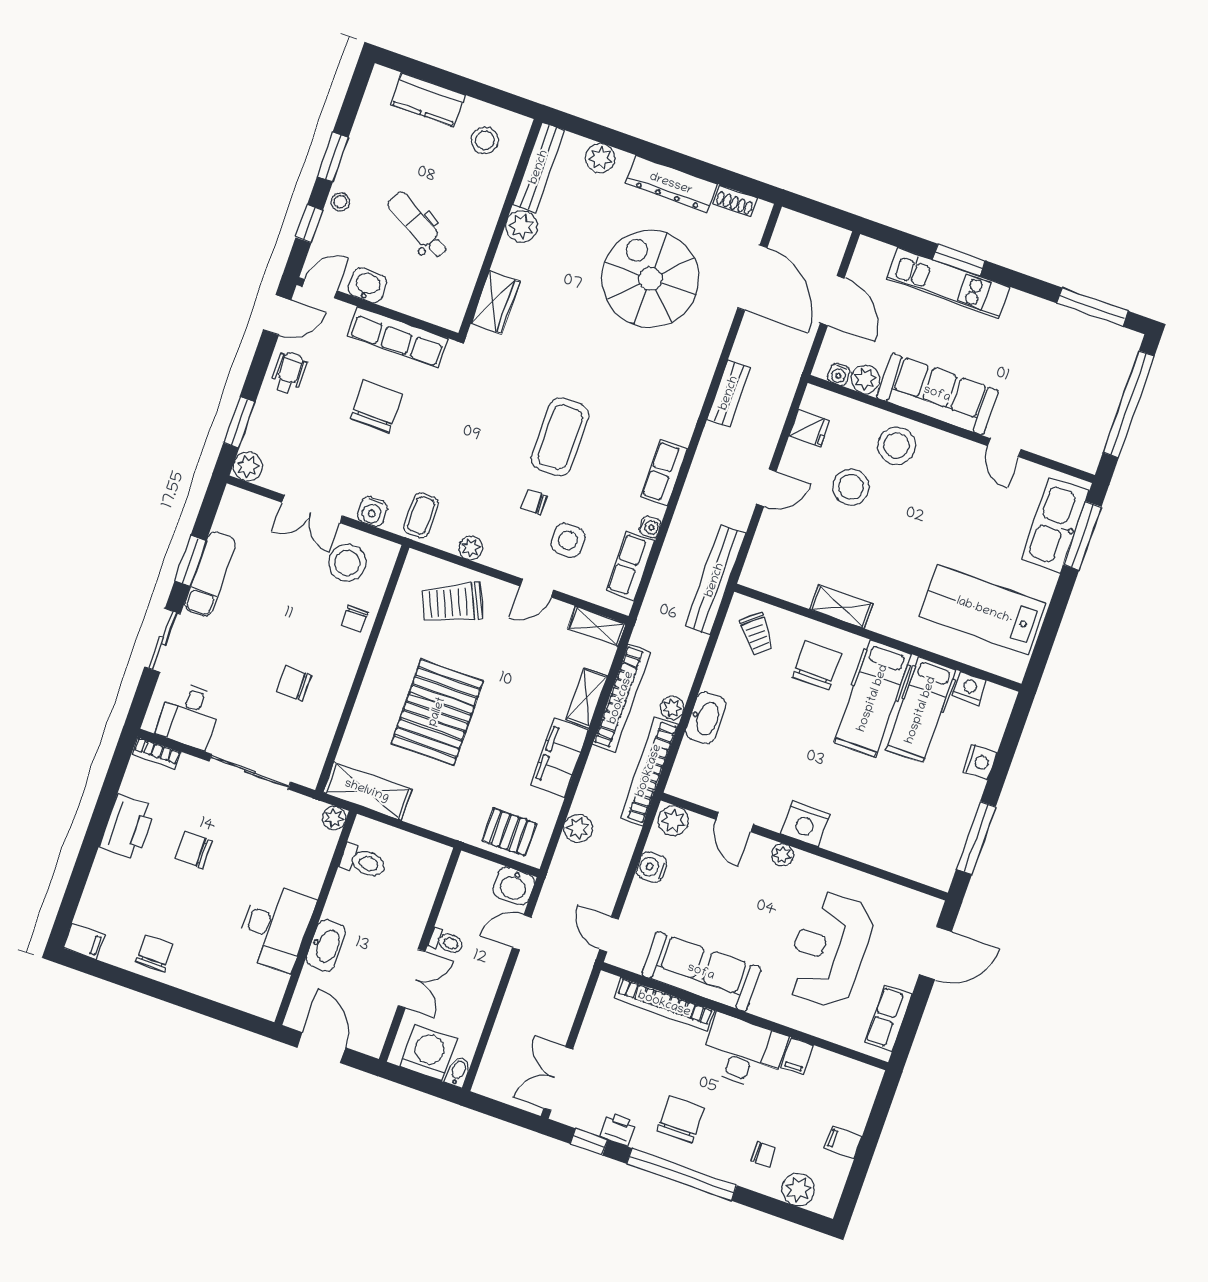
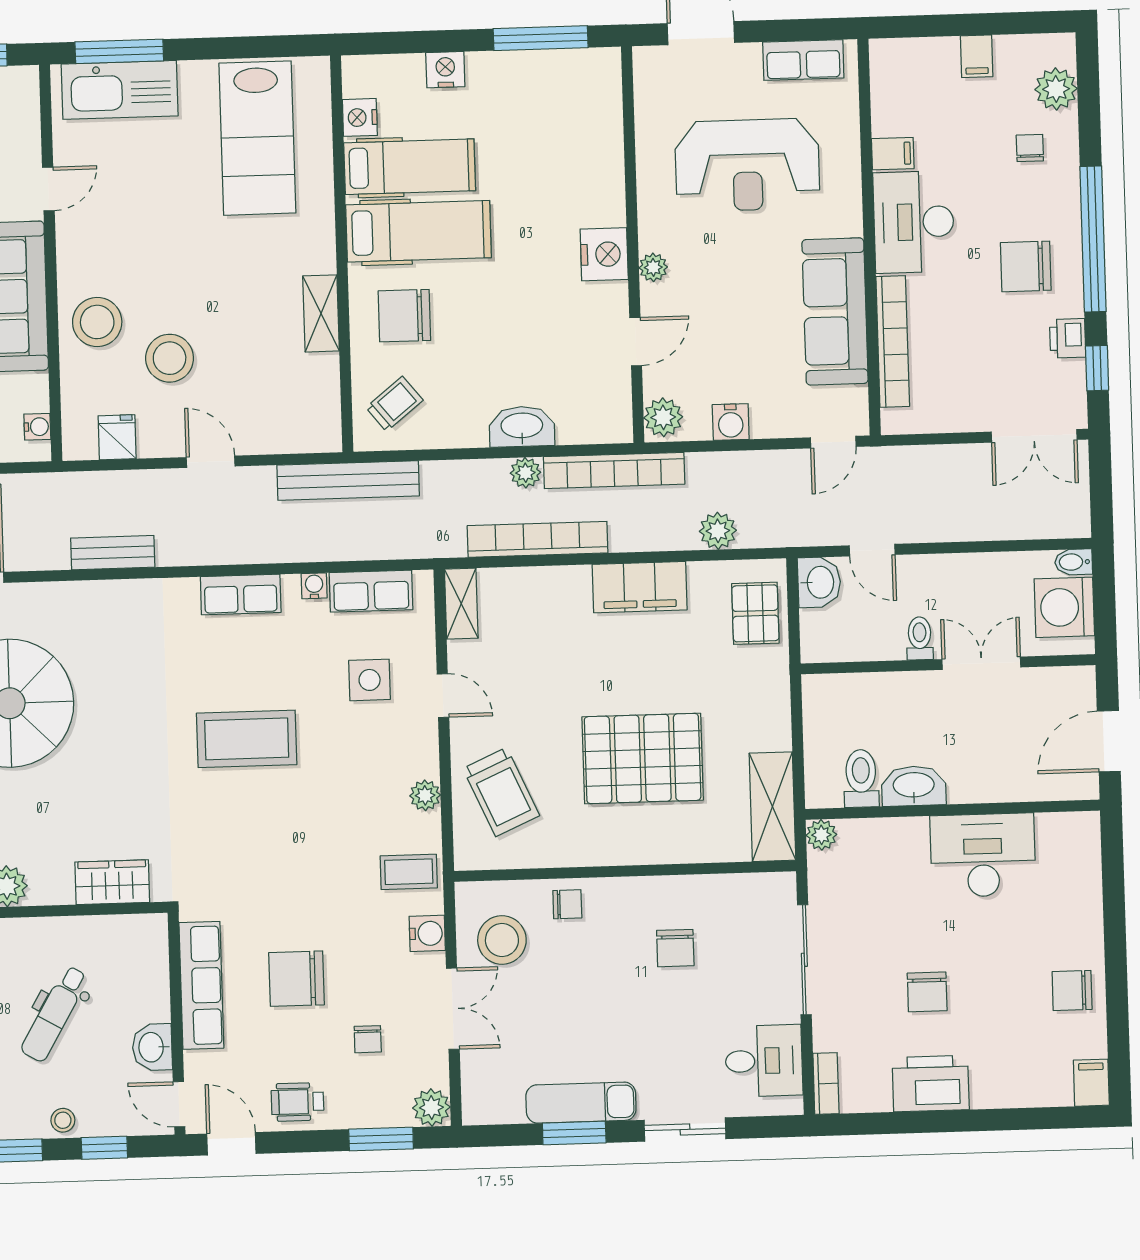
plant: (865, 379) -> (31, 392), removed
chair: (534, 502) -> (368, 1039), moved
shelving: (587, 698) -> (554, 582), removed
washbasin: (326, 945) -> (914, 786), moved

